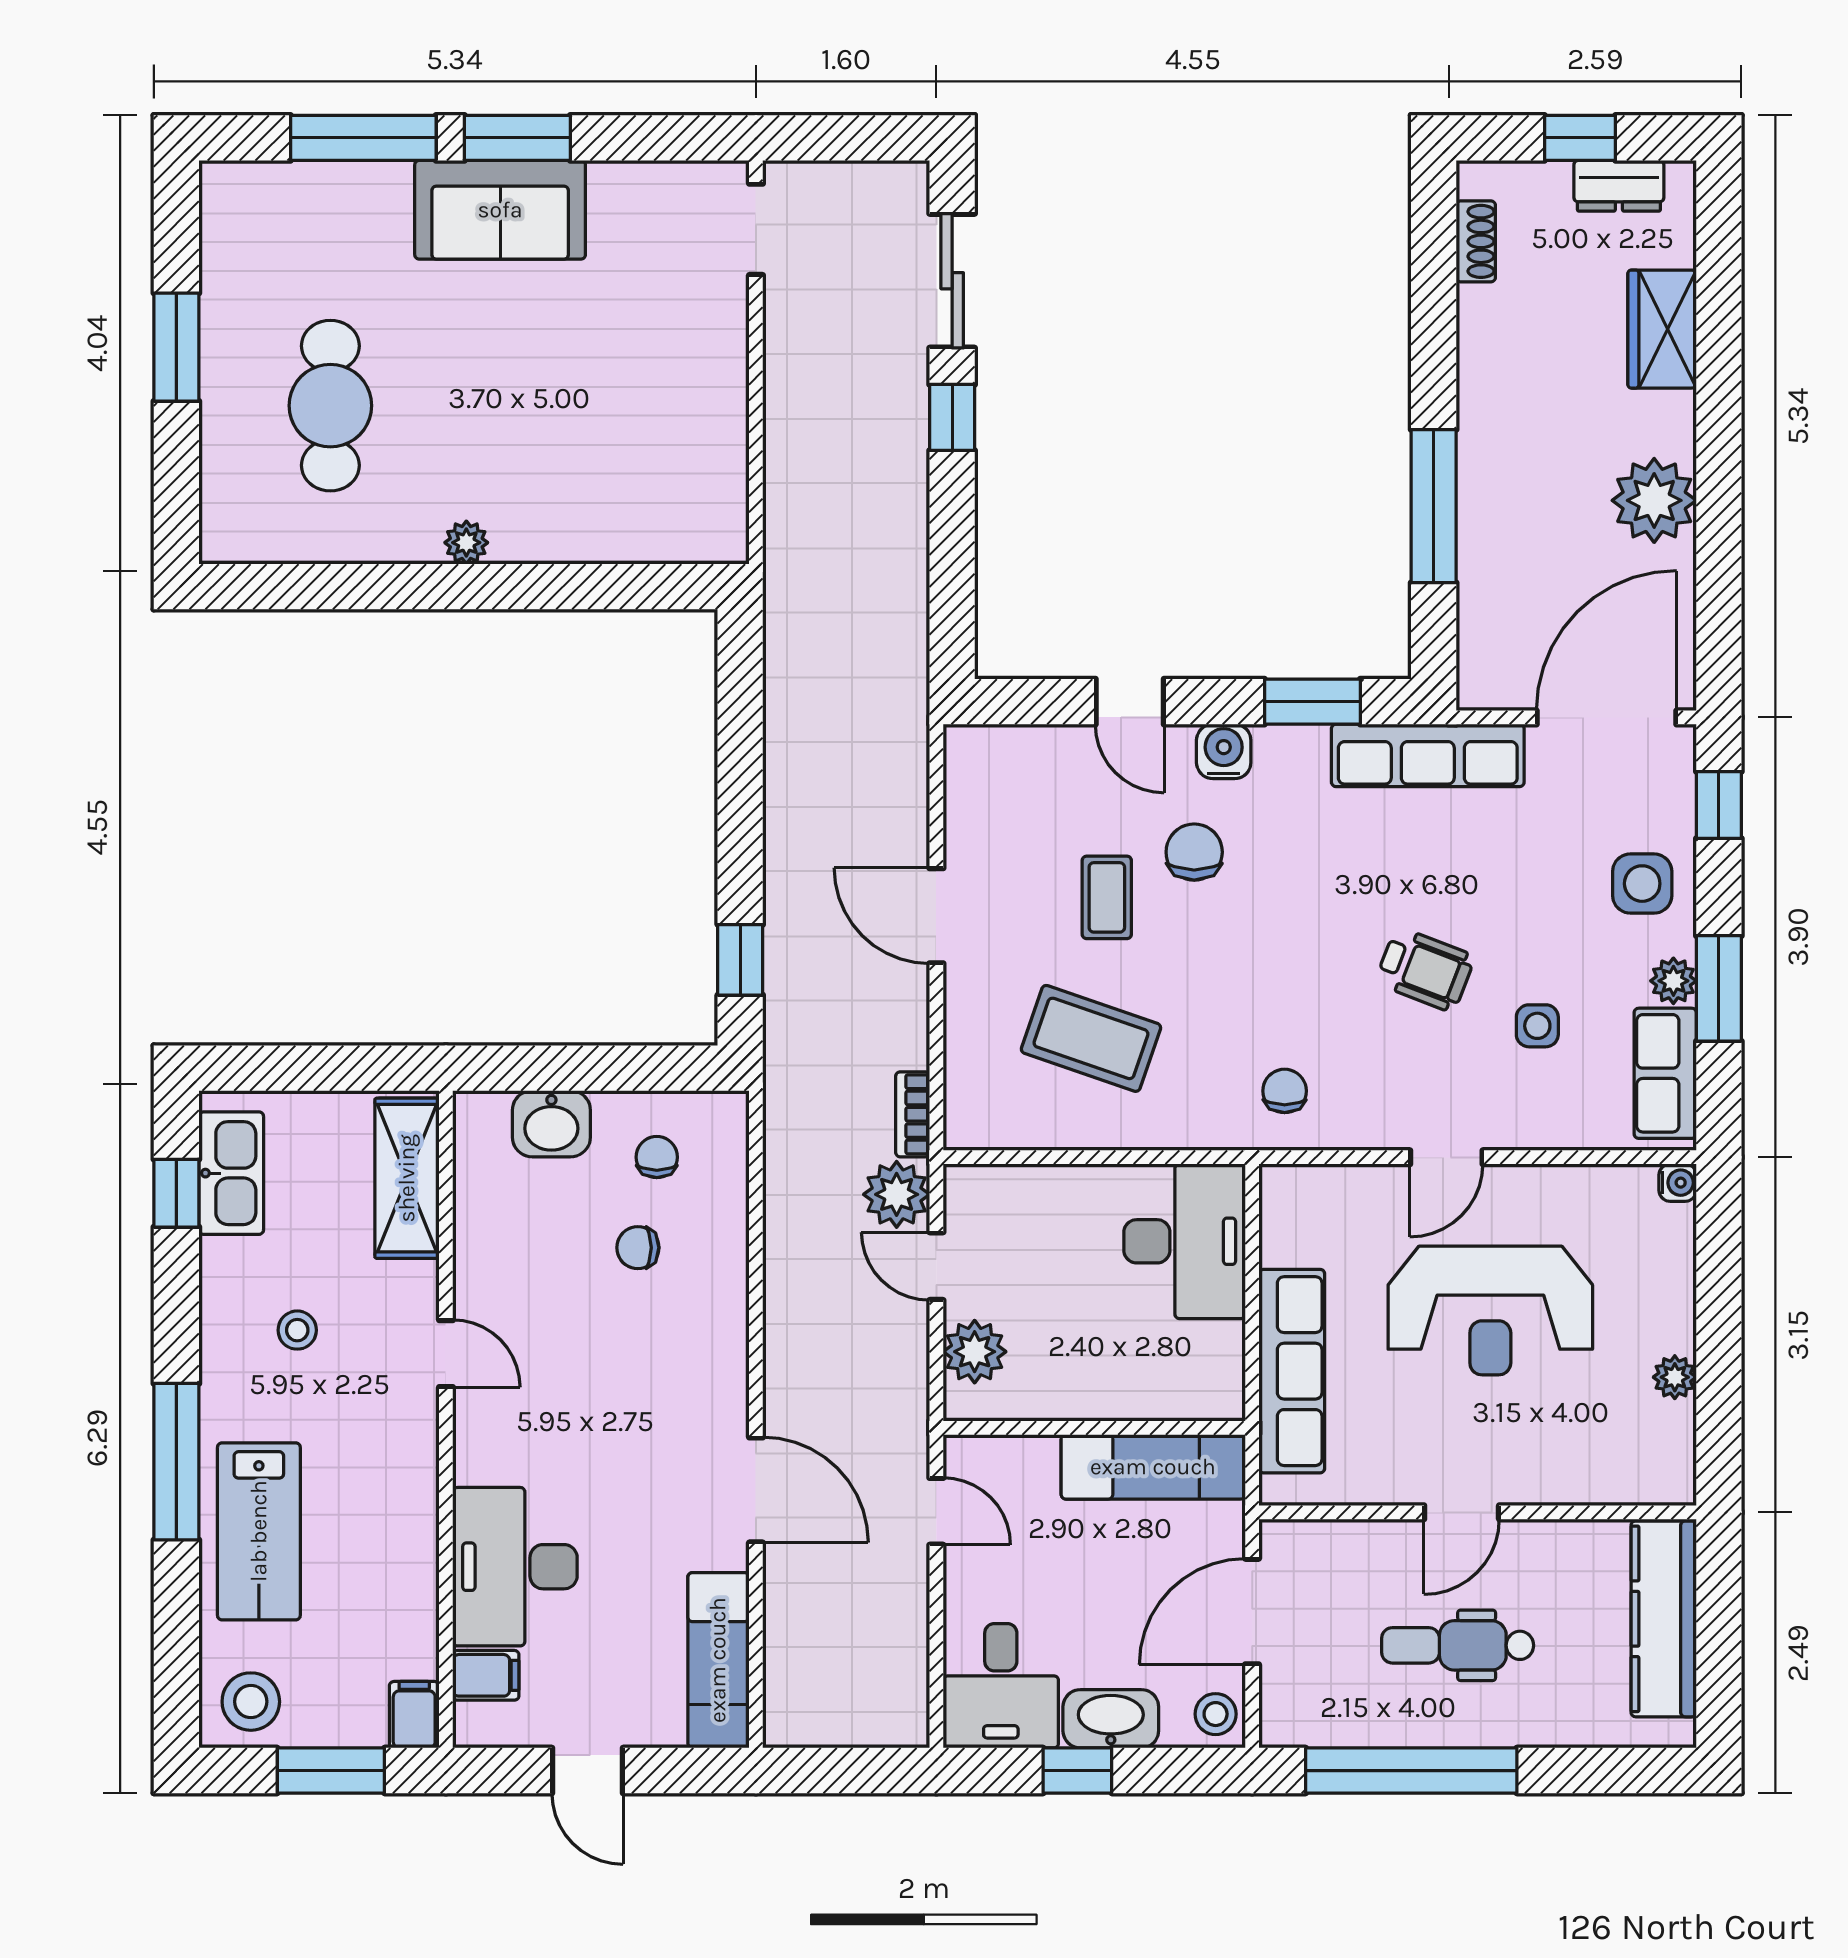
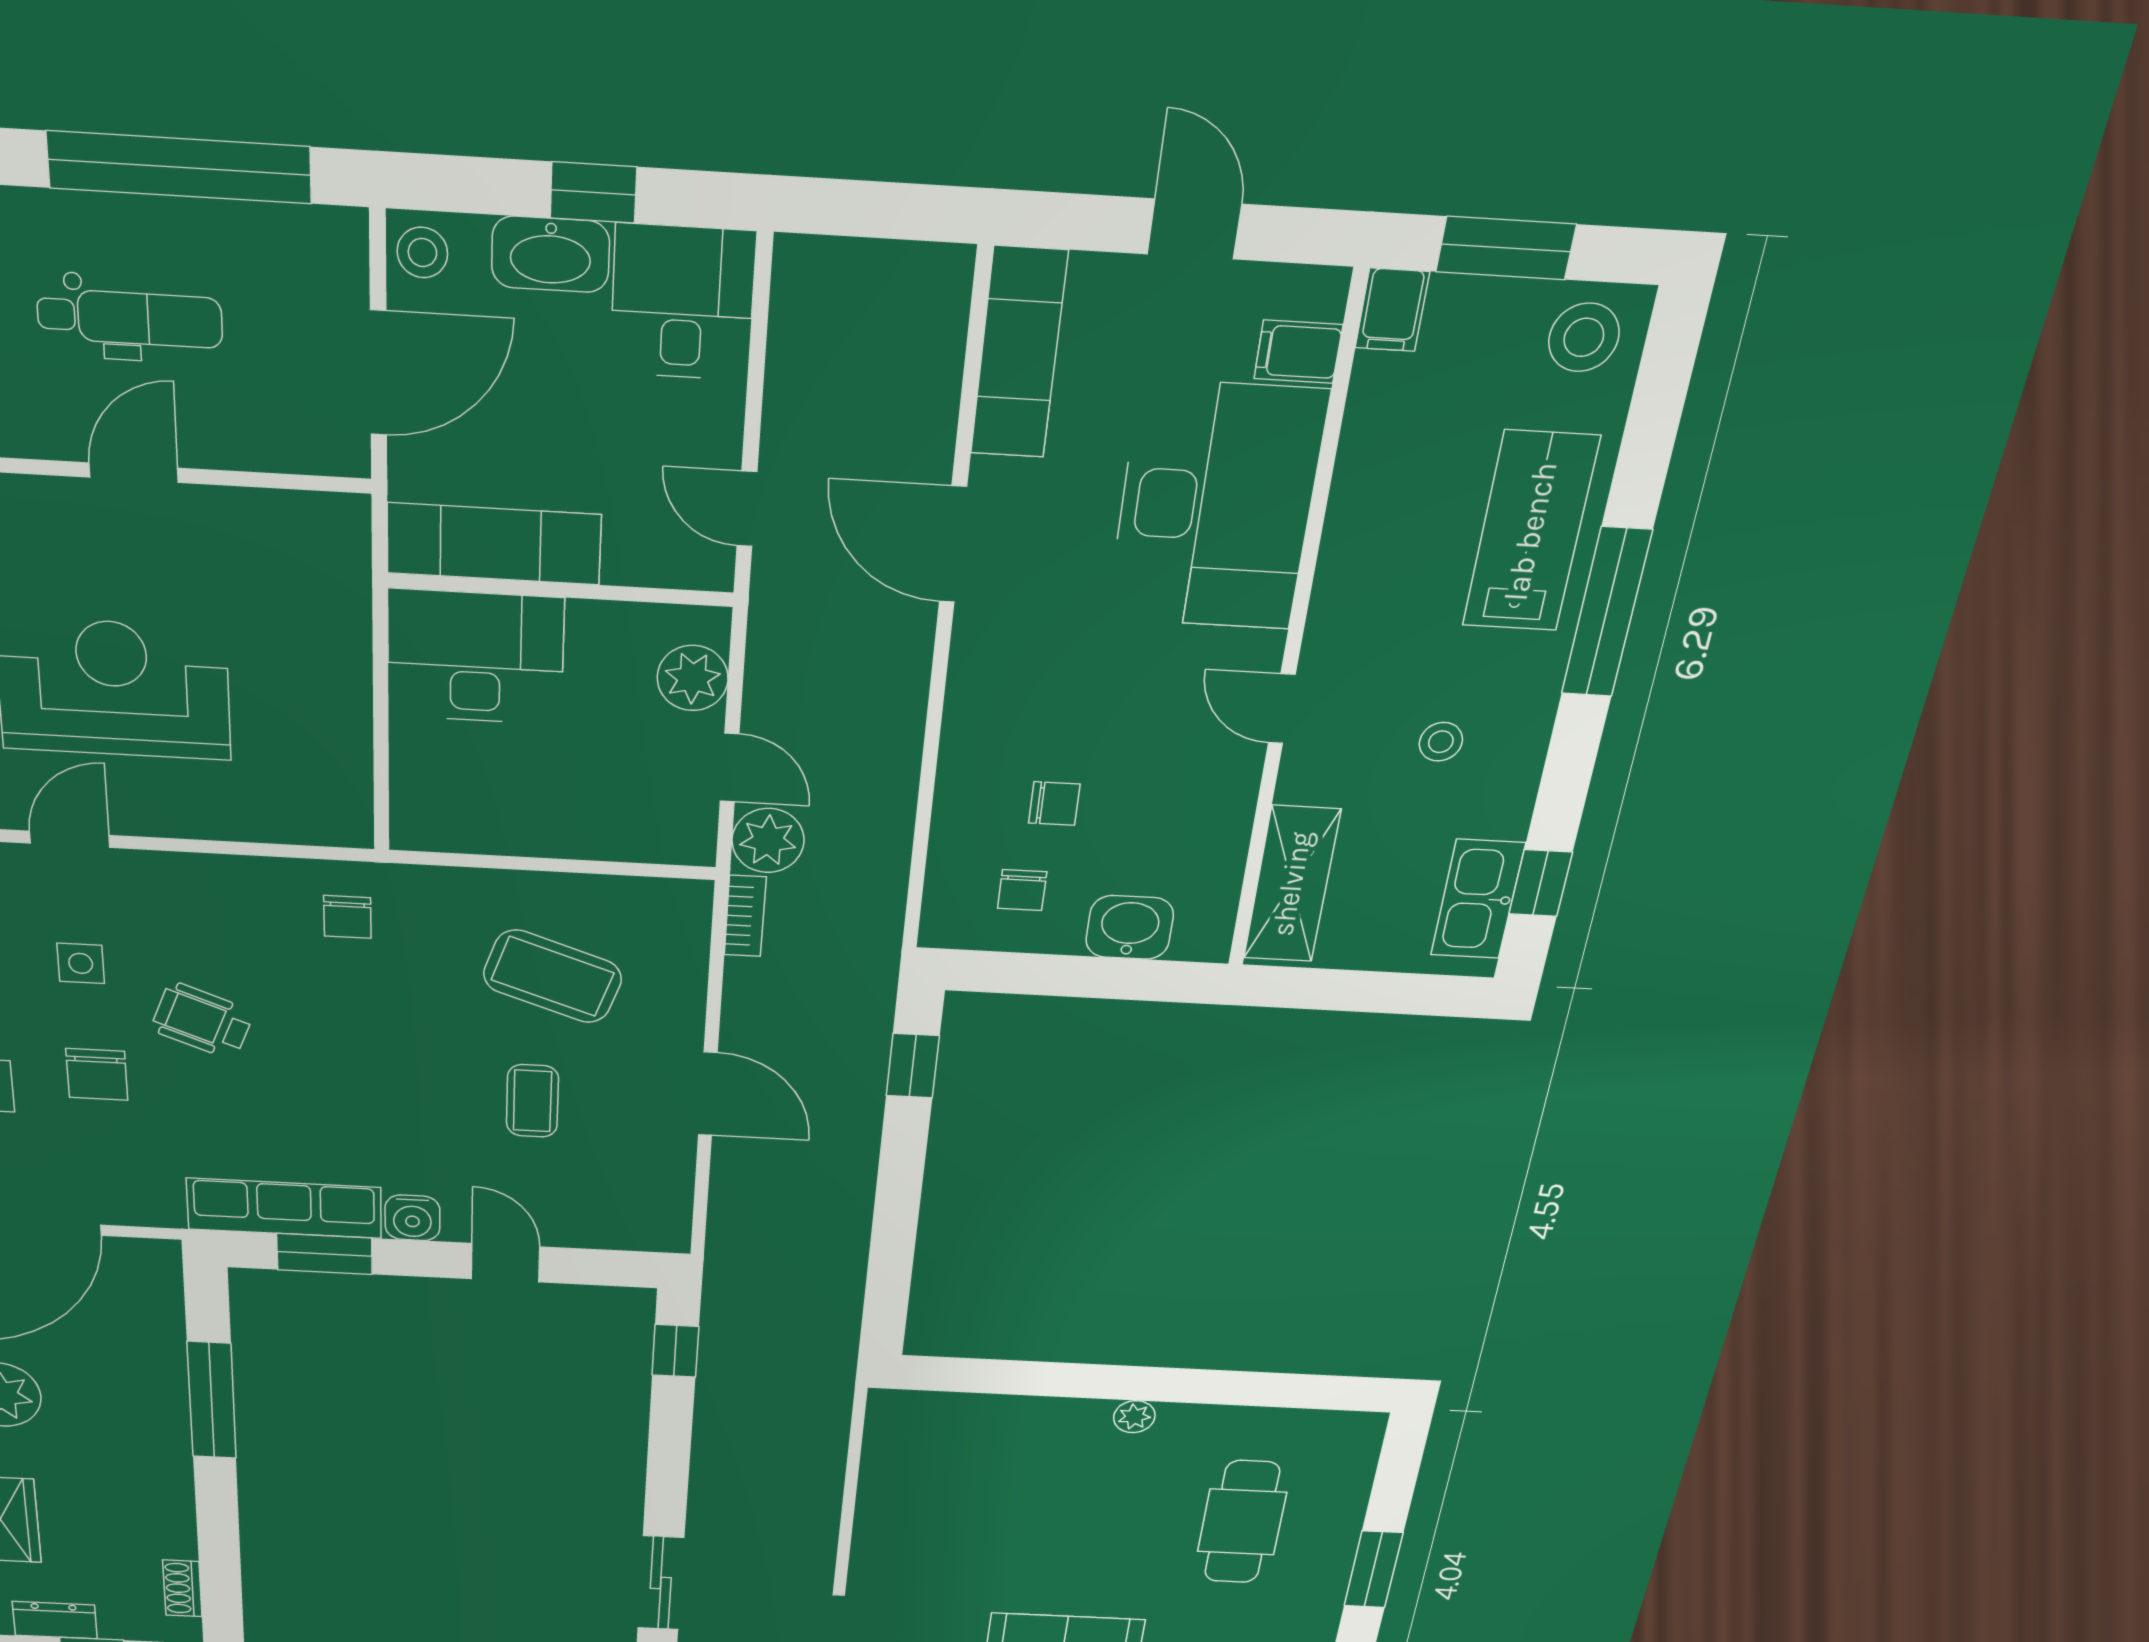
window: (952, 417) -> (675, 1351), moved
row of seats: (1428, 755) -> (284, 1208), moved
chair: (1194, 852) -> (97, 1074), moved
door: (1446, 1157) -> (70, 839), moved
desk: (1185, 1241) -> (475, 657), moved, turned 90
row of seats: (1292, 1371) -> (335, 638), removed
desk: (515, 1567) -> (1216, 506), width x1.36, depth x1.30

